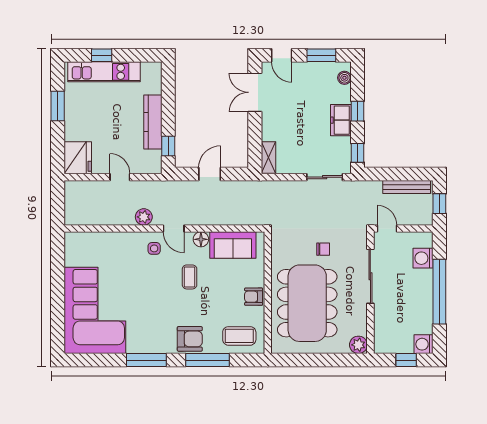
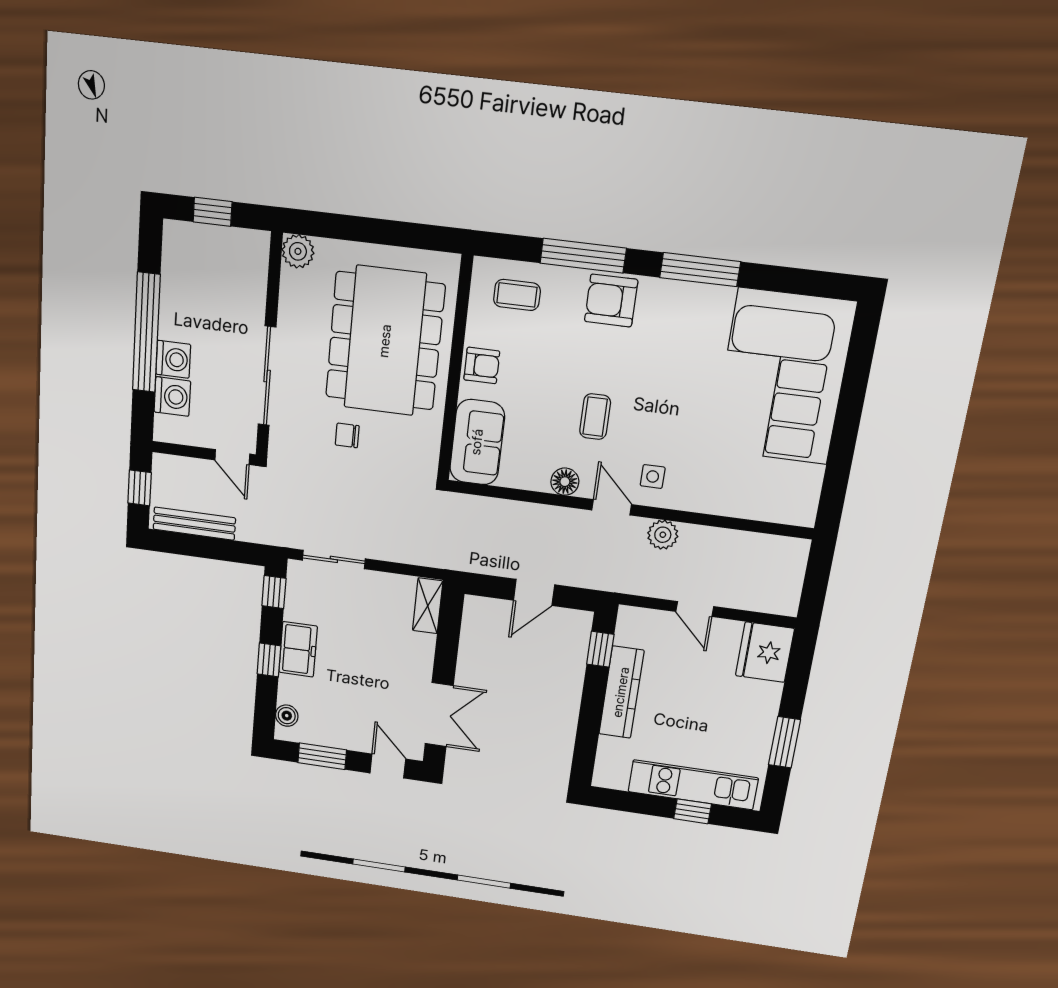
sofa: (233, 245) -> (477, 442), moved, turned 90
coffee table: (239, 336) -> (517, 295), width x0.73, depth x0.77
washing machine: (424, 344) -> (173, 359), moved

